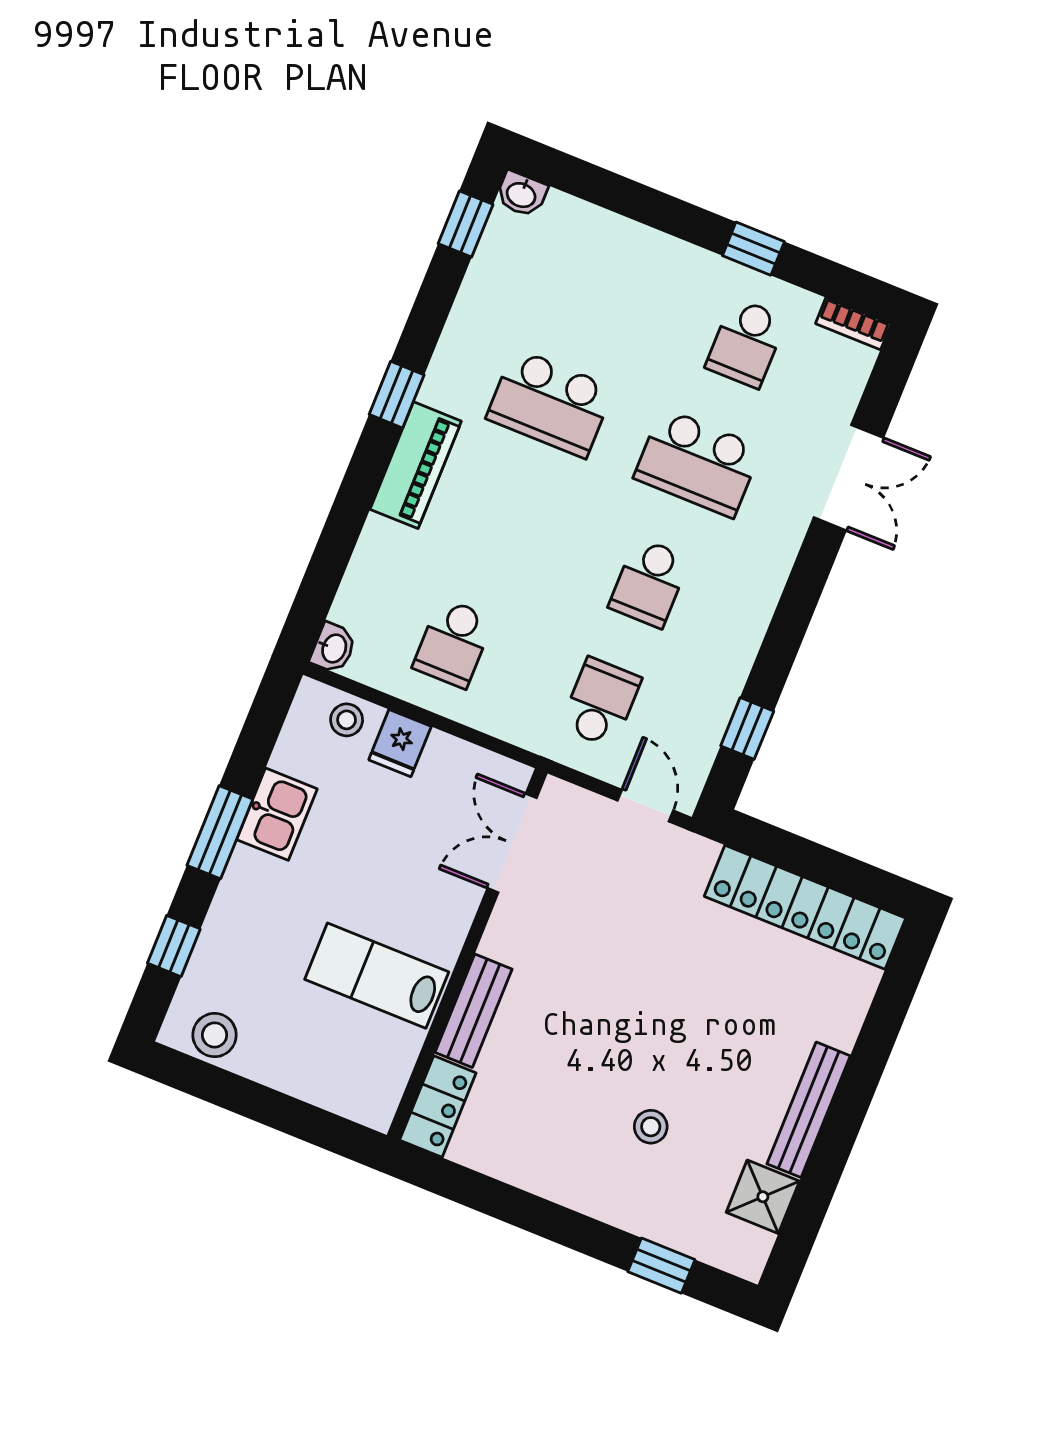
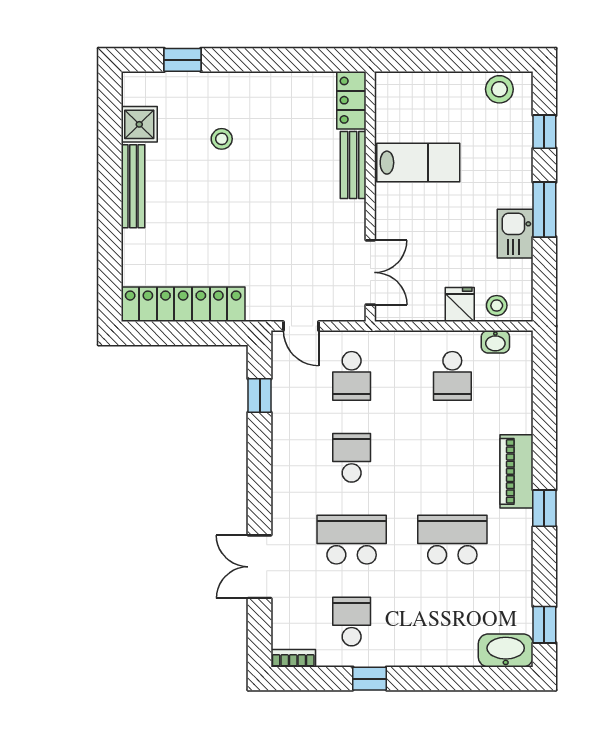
washbasin: (521, 194) -> (506, 650), width x1.91, depth x1.45
school desk: (453, 643) -> (452, 376), turned 180
washbasin: (333, 648) -> (495, 342), moved, turned -90

